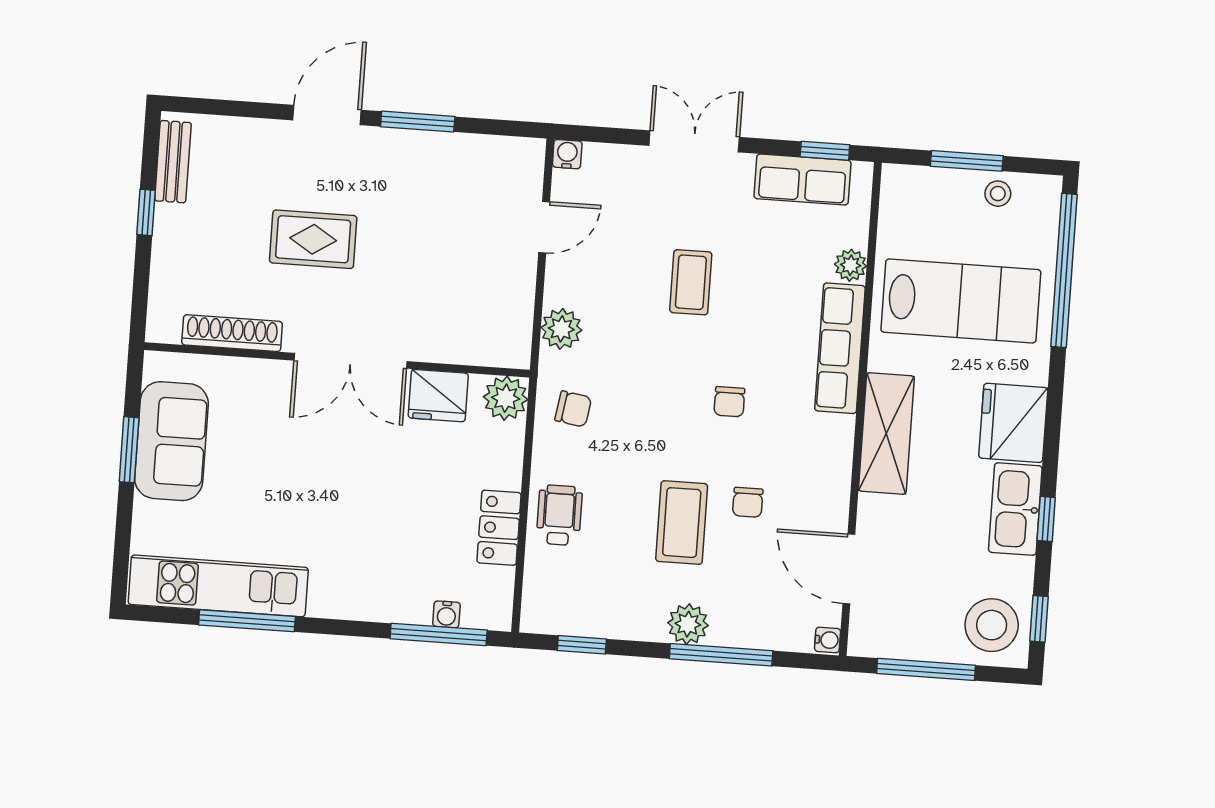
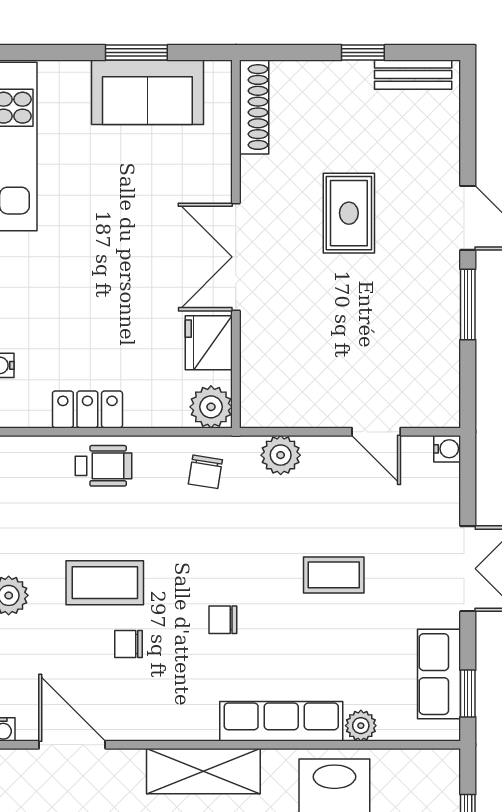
shoe rack: (232, 333) -> (254, 107), moved
door: (849, 569) -> (72, 745), hinge flipped

